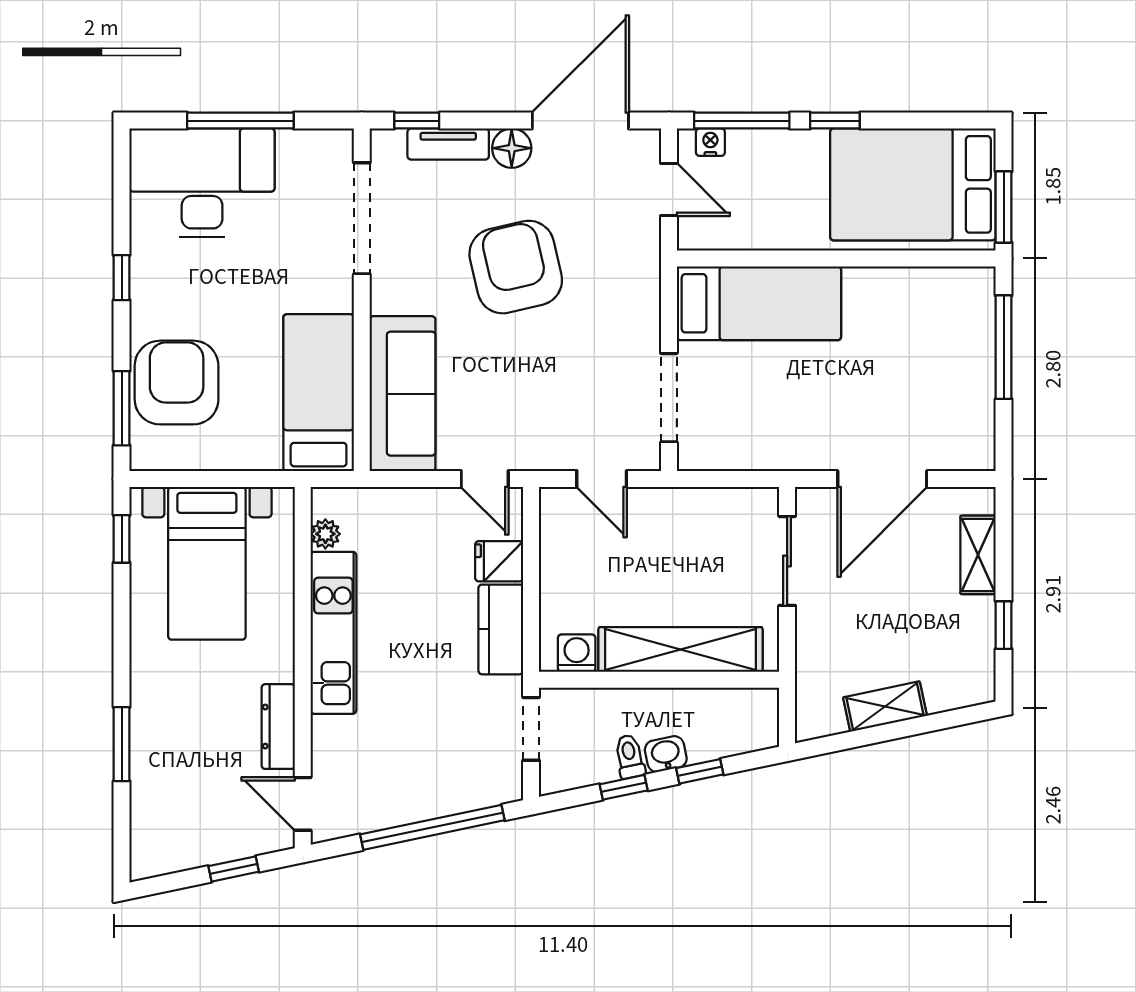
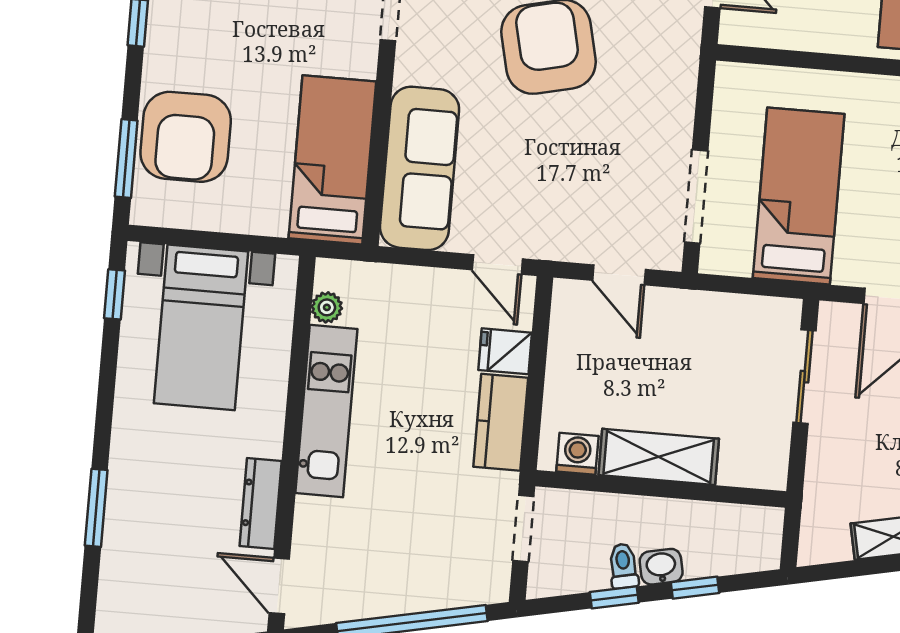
bed: (759, 303) -> (799, 196), moved, turned -90
armchair: (177, 383) -> (186, 137), turned 180
shelving: (681, 650) -> (659, 457), width x0.68

